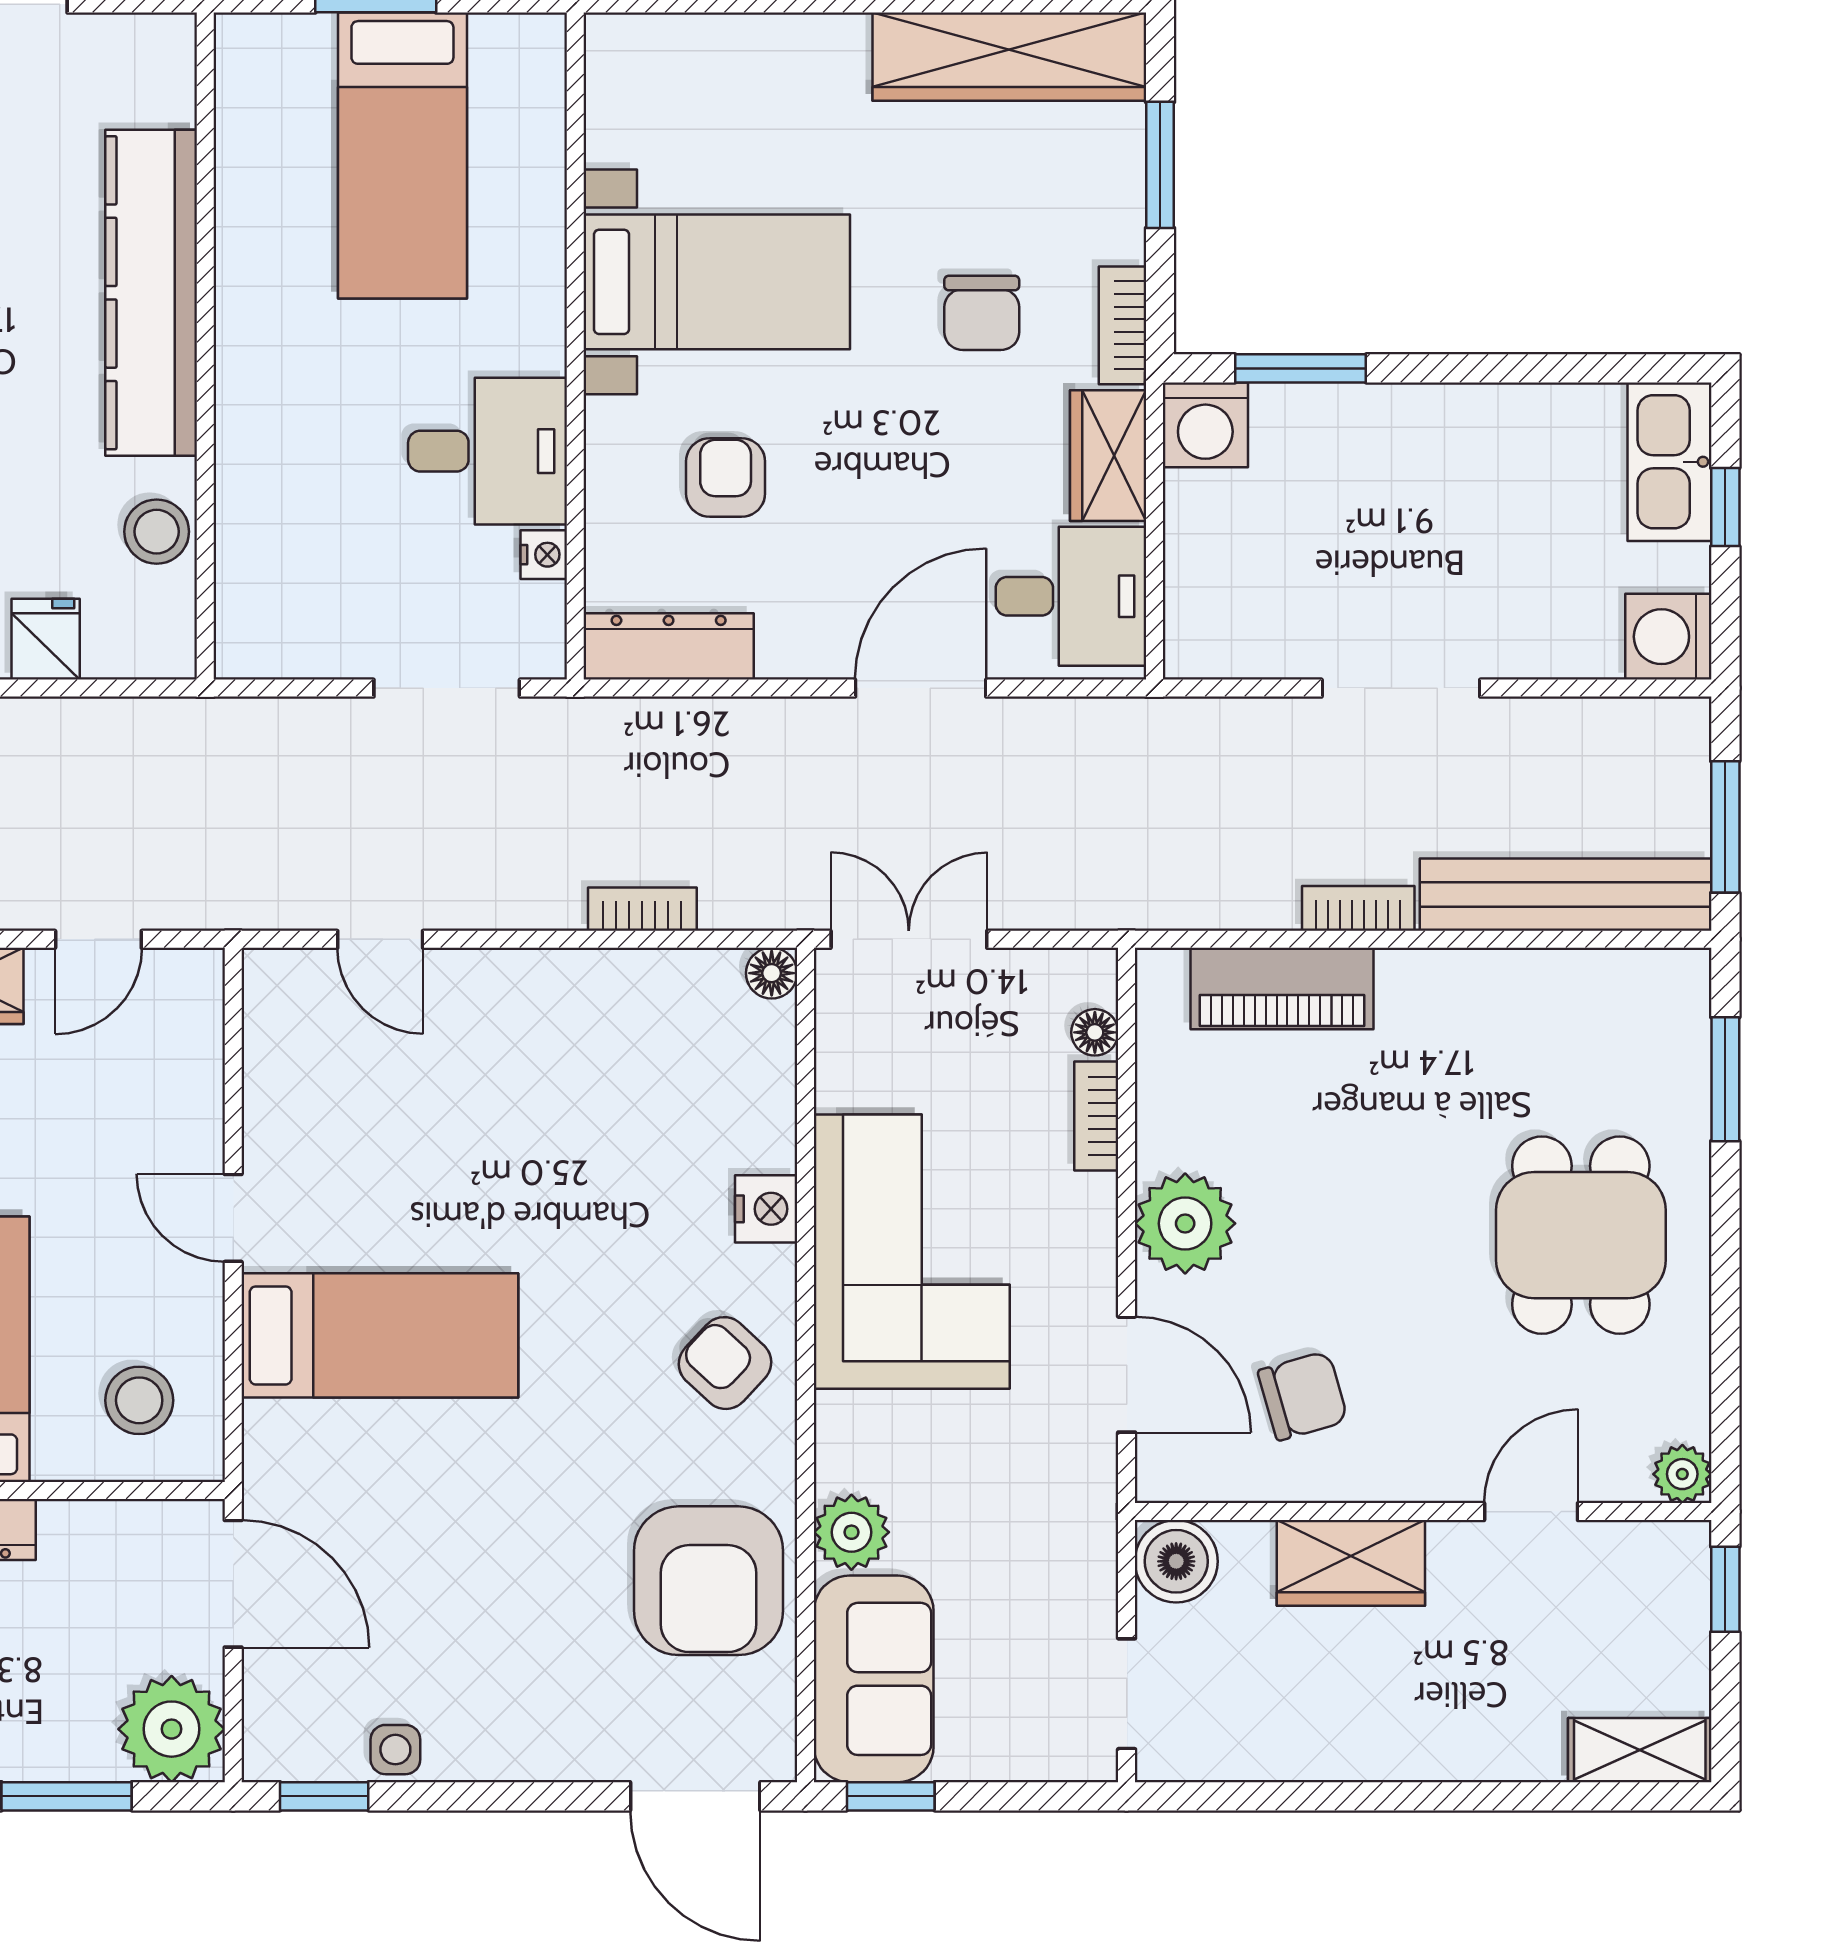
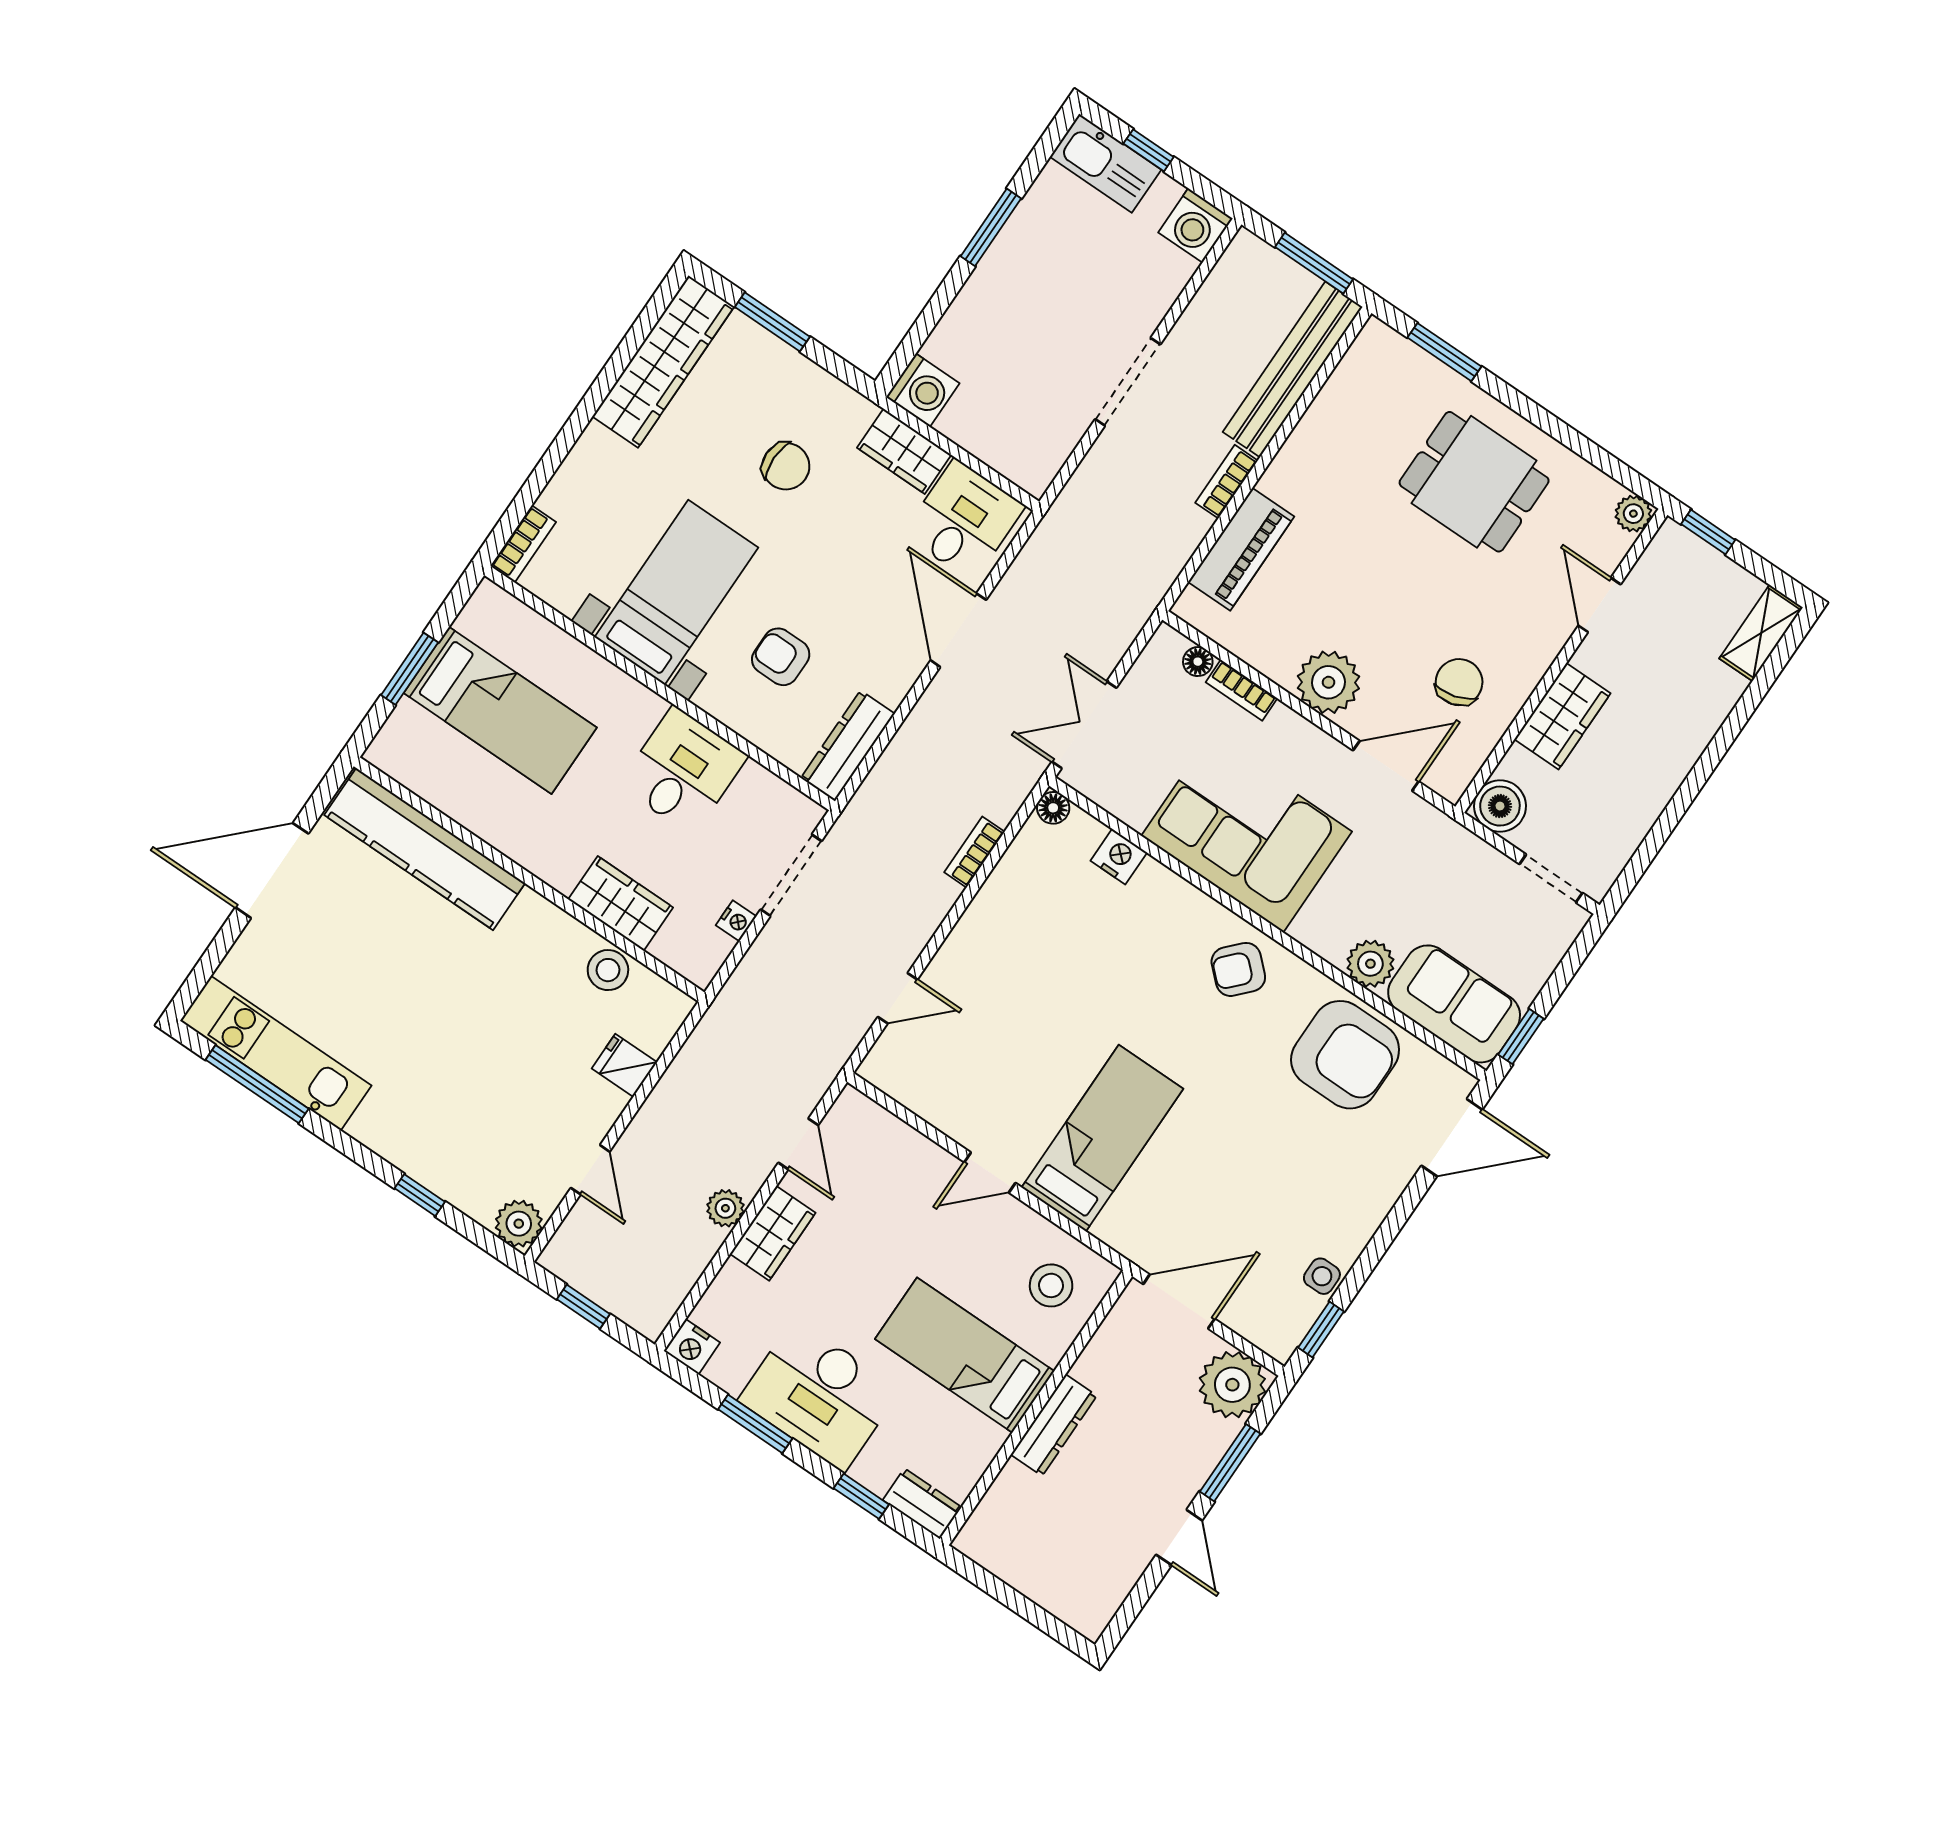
kitchen counter: (151, 293) -> (425, 849), moved
bookcase: (1122, 325) -> (523, 544), moved, turned -90
window: (1301, 368) -> (991, 227), moved
wardrobe: (256, 488) -> (621, 903), added
nightstand: (544, 555) -> (736, 921), moved, turned 90
nightstand: (766, 1209) -> (1119, 857), moved

